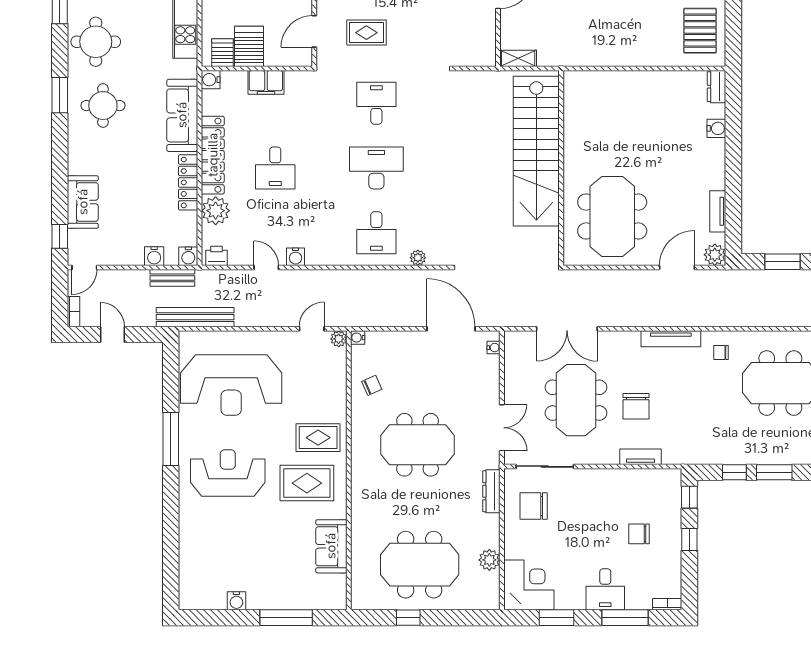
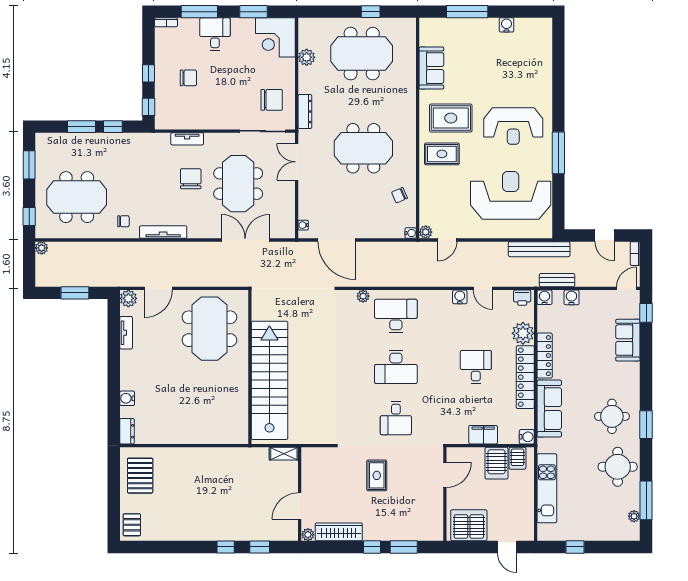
rug: (366, 33) -> (377, 475), moved, turned 90
desk: (376, 233) -> (396, 316), width x1.37

